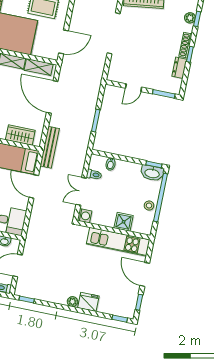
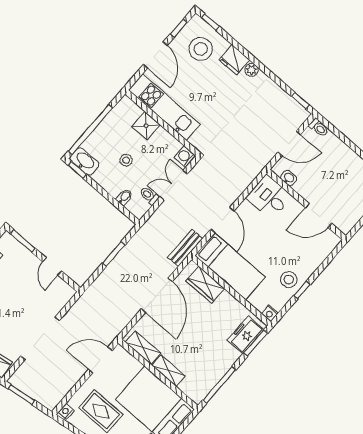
door: (134, 88) -> (52, 266), swing flipped
door: (52, 97) -> (157, 295), moved
bench: (50, 147) -> (185, 248), width x0.73
double door: (81, 191) -> (174, 185), swing flipped
stool: (149, 206) -> (126, 160), moved
stool: (116, 296) -> (201, 49), added

